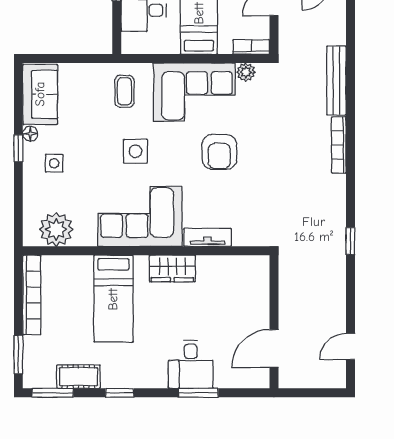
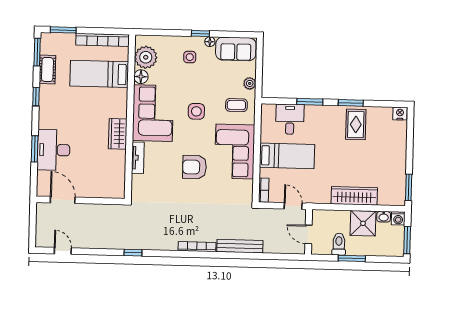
plant: (246, 72) -> (250, 83), moved
floor lamp: (86, 236) -> (141, 77), added
bed: (113, 299) -> (99, 74), moved
desk: (191, 364) -> (54, 150), width x1.37

